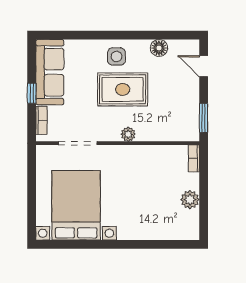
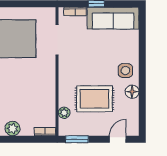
floor lamp: (159, 48) -> (132, 92), moved
rug: (123, 89) -> (94, 99), moved, turned 90
plant: (128, 134) -> (64, 113), moved

